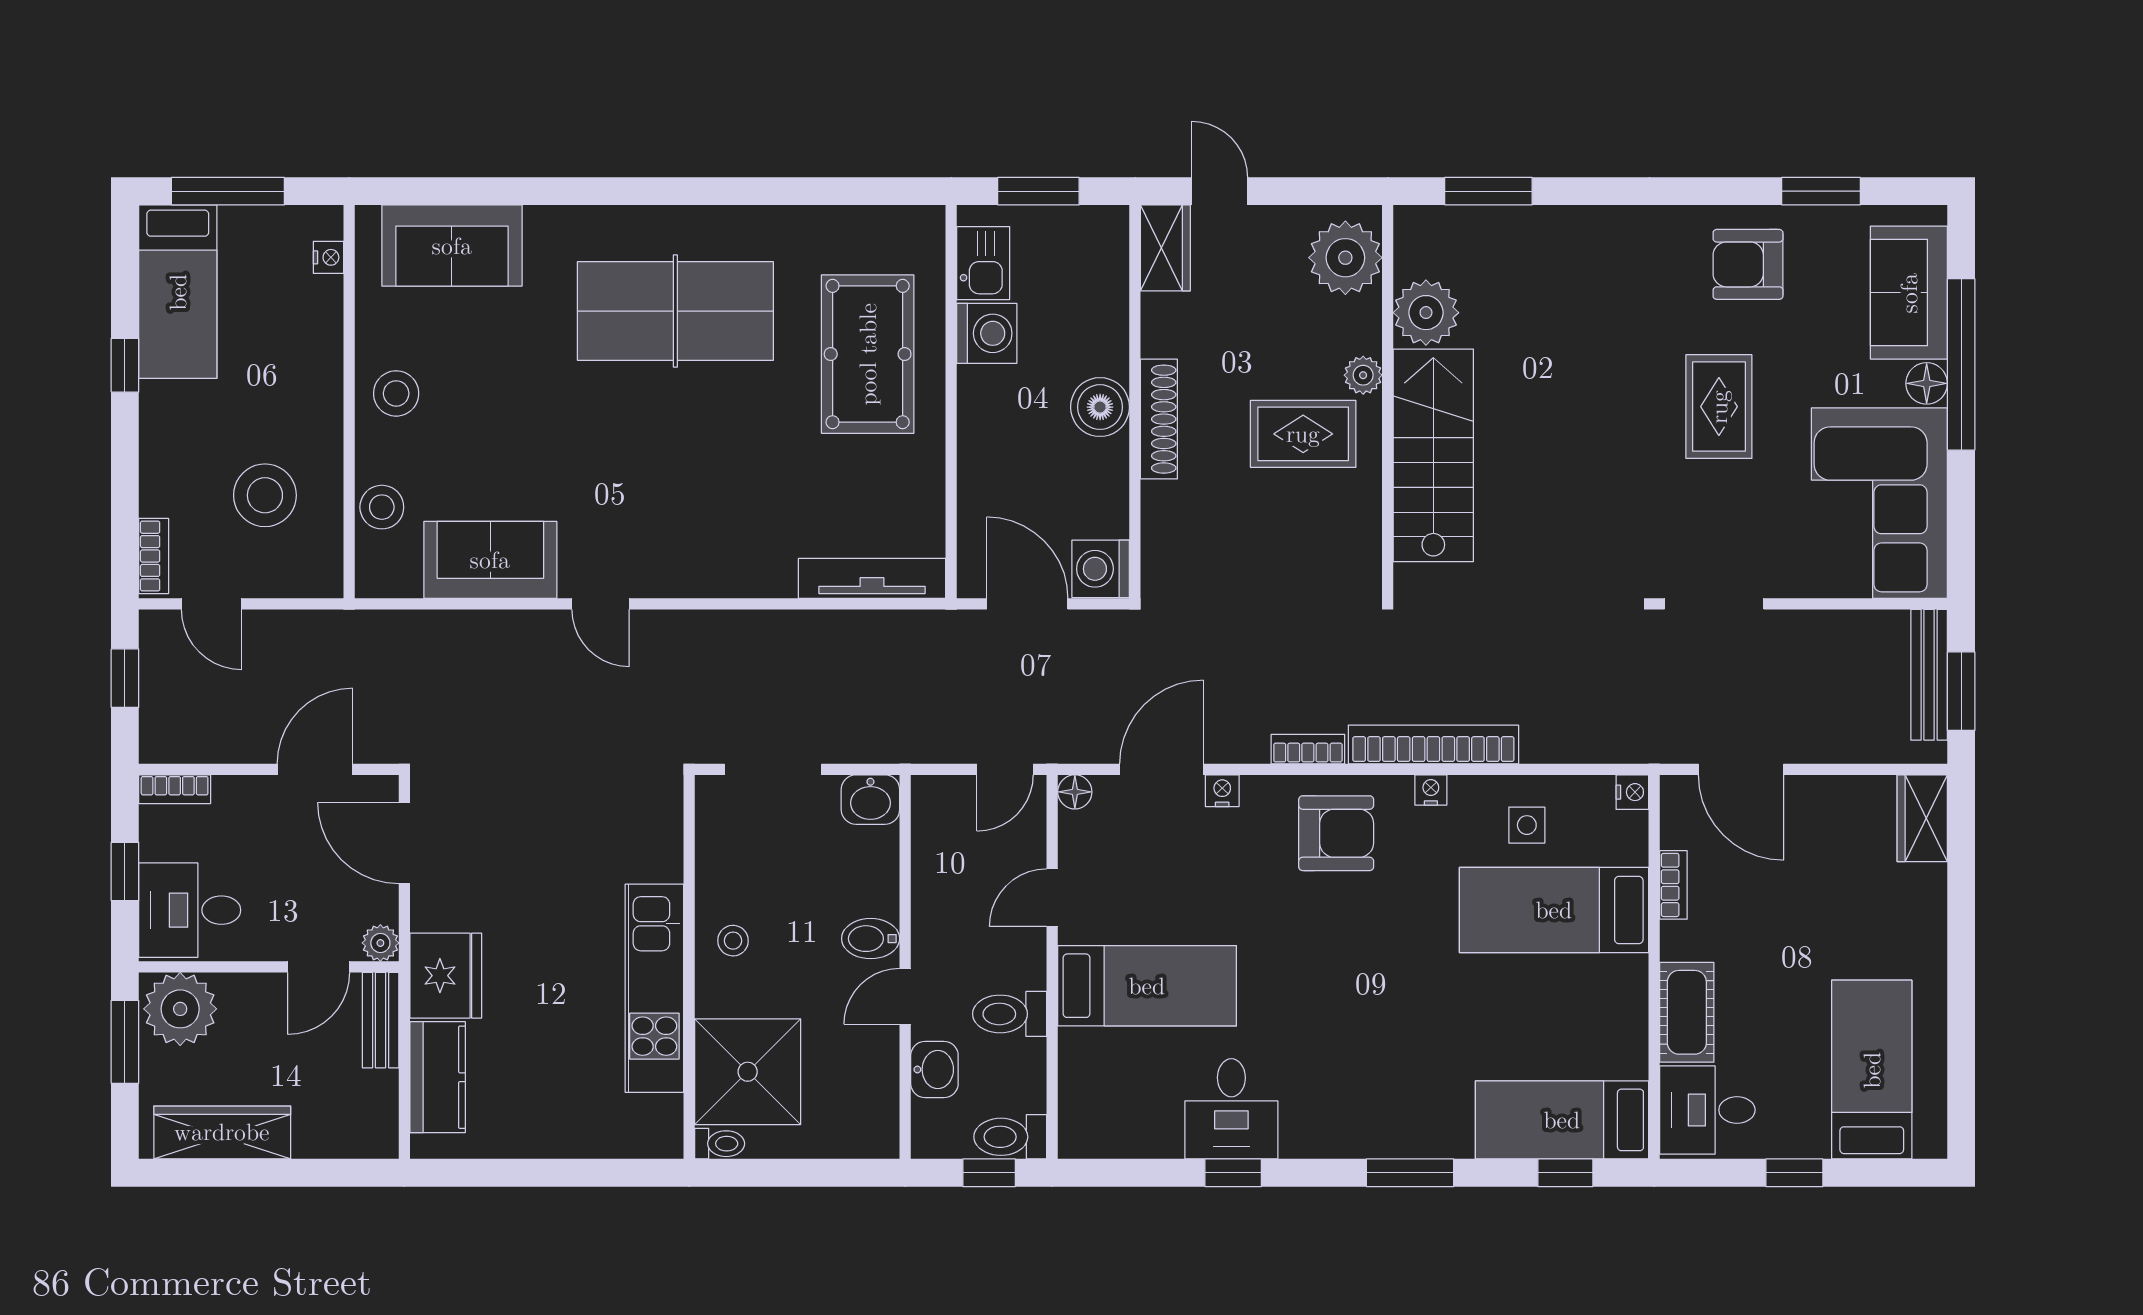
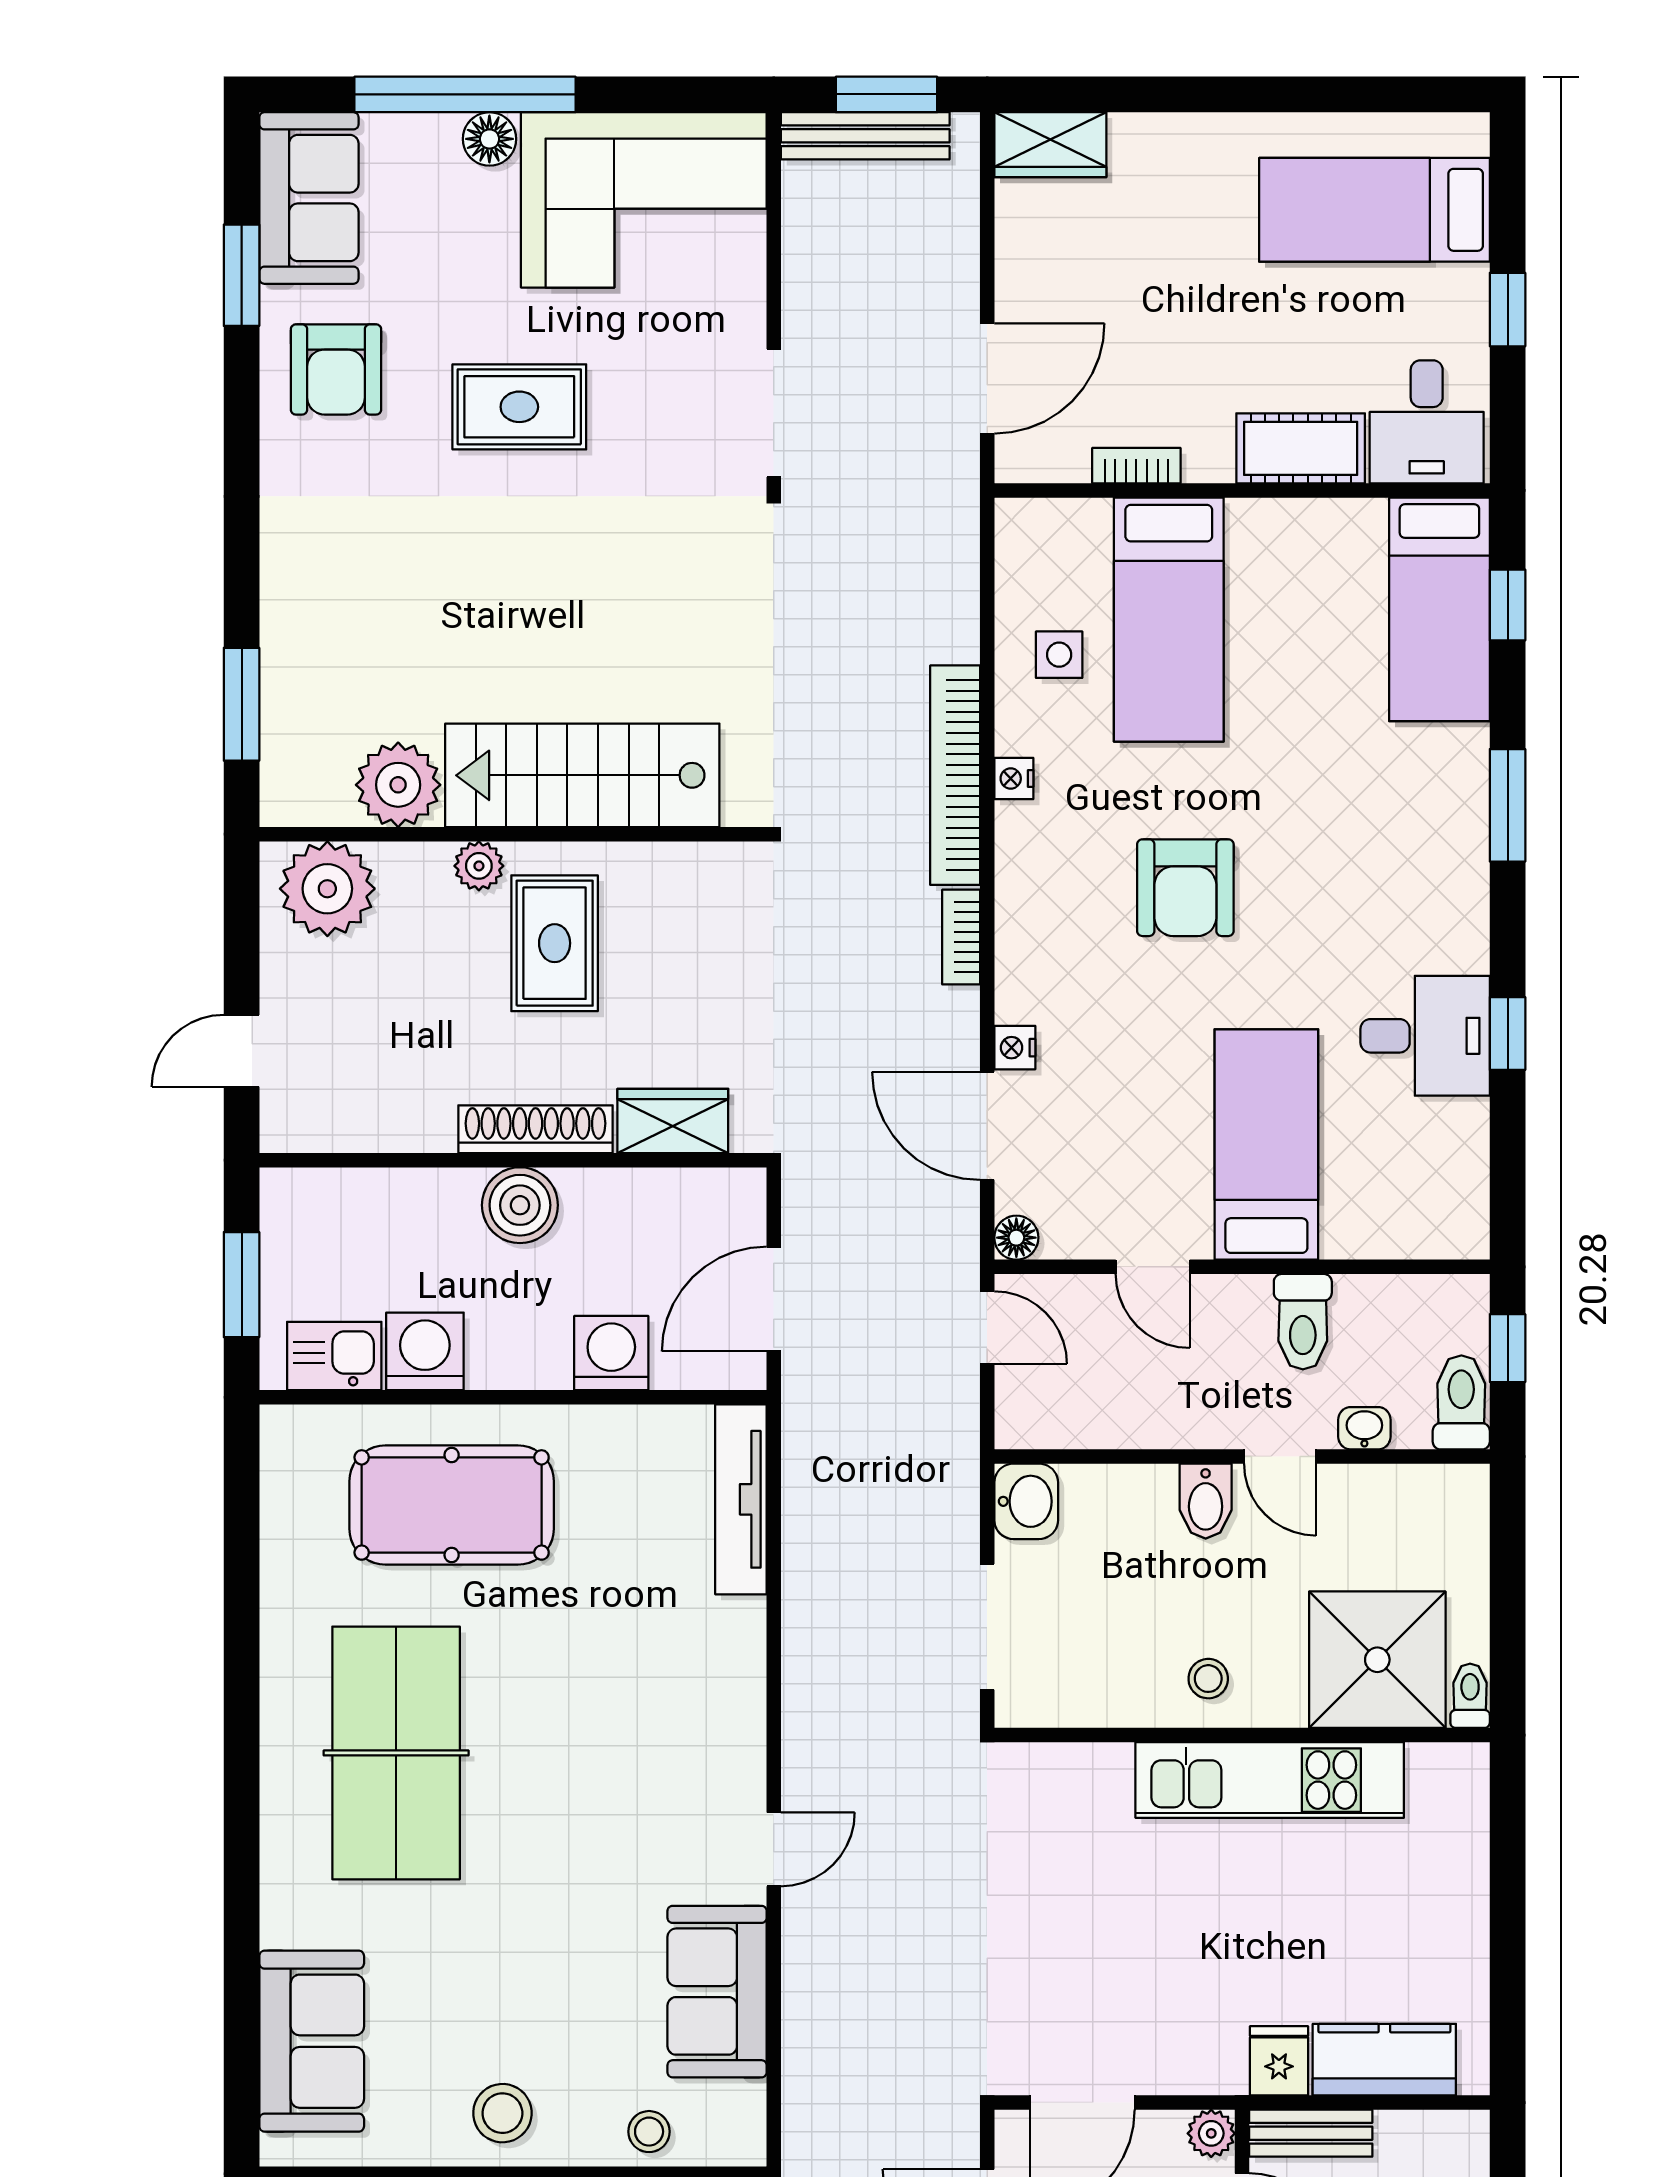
wardrobe: (1165, 248) -> (673, 1121), moved
sofa: (1909, 293) -> (309, 198), moved, turned -90
stool: (382, 507) -> (649, 2132), width x0.73, depth x0.73
washing machine: (1101, 569) -> (611, 1353), moved, turned 180
nightstand: (1632, 792) -> (1017, 519), removed
armchair: (1336, 833) -> (1185, 888), moved, turned 180
fridge: (446, 976) -> (1279, 2061), width x0.53, depth x0.75
washbasin: (934, 1070) -> (1364, 1428), width x0.72, depth x0.69
toilet: (1010, 1137) -> (1461, 1402), moved, turned 180

